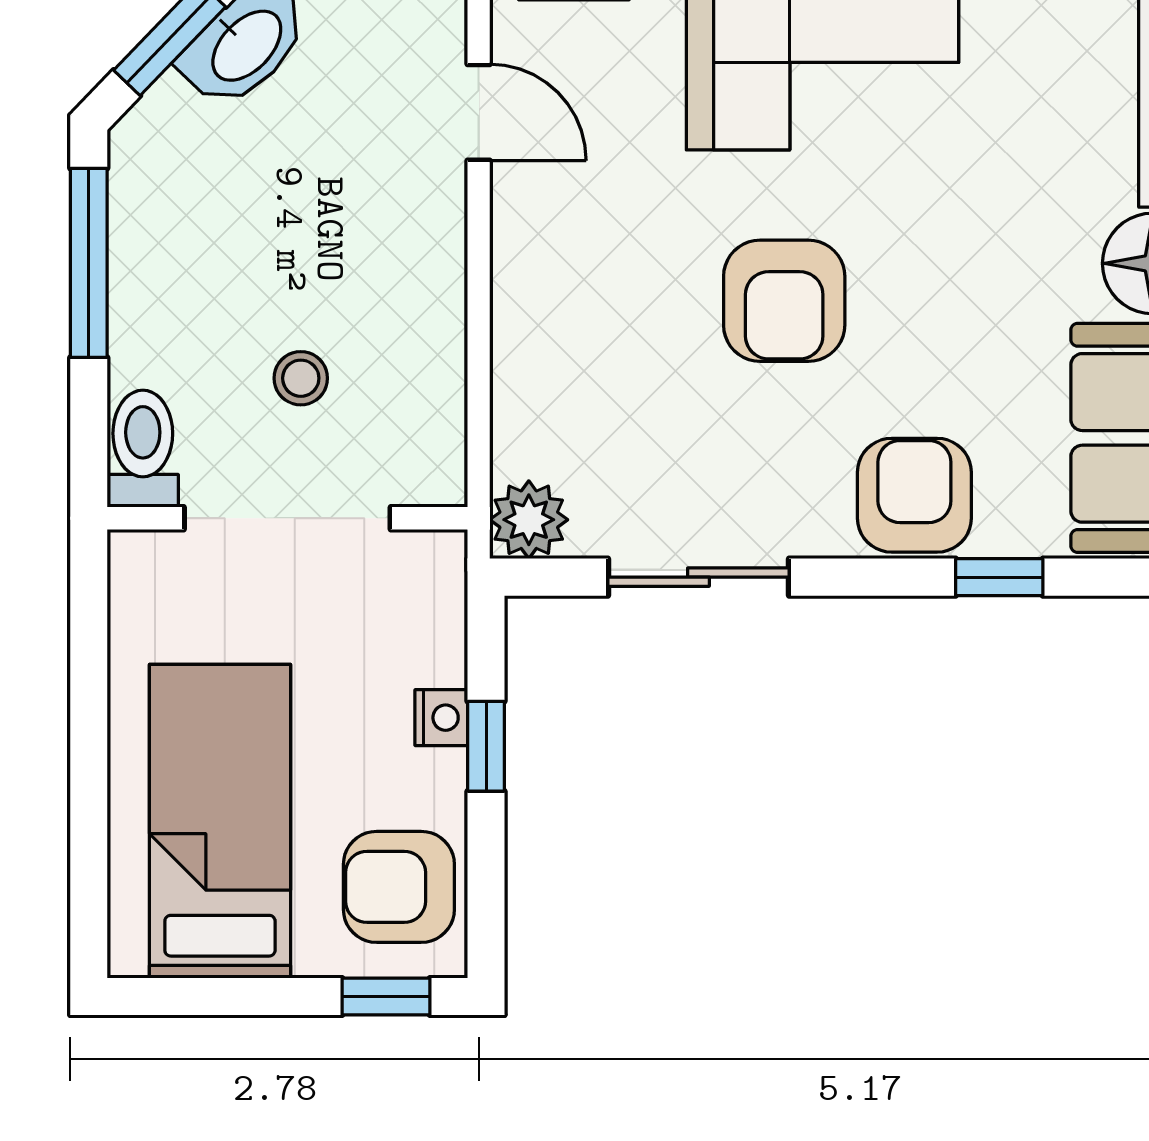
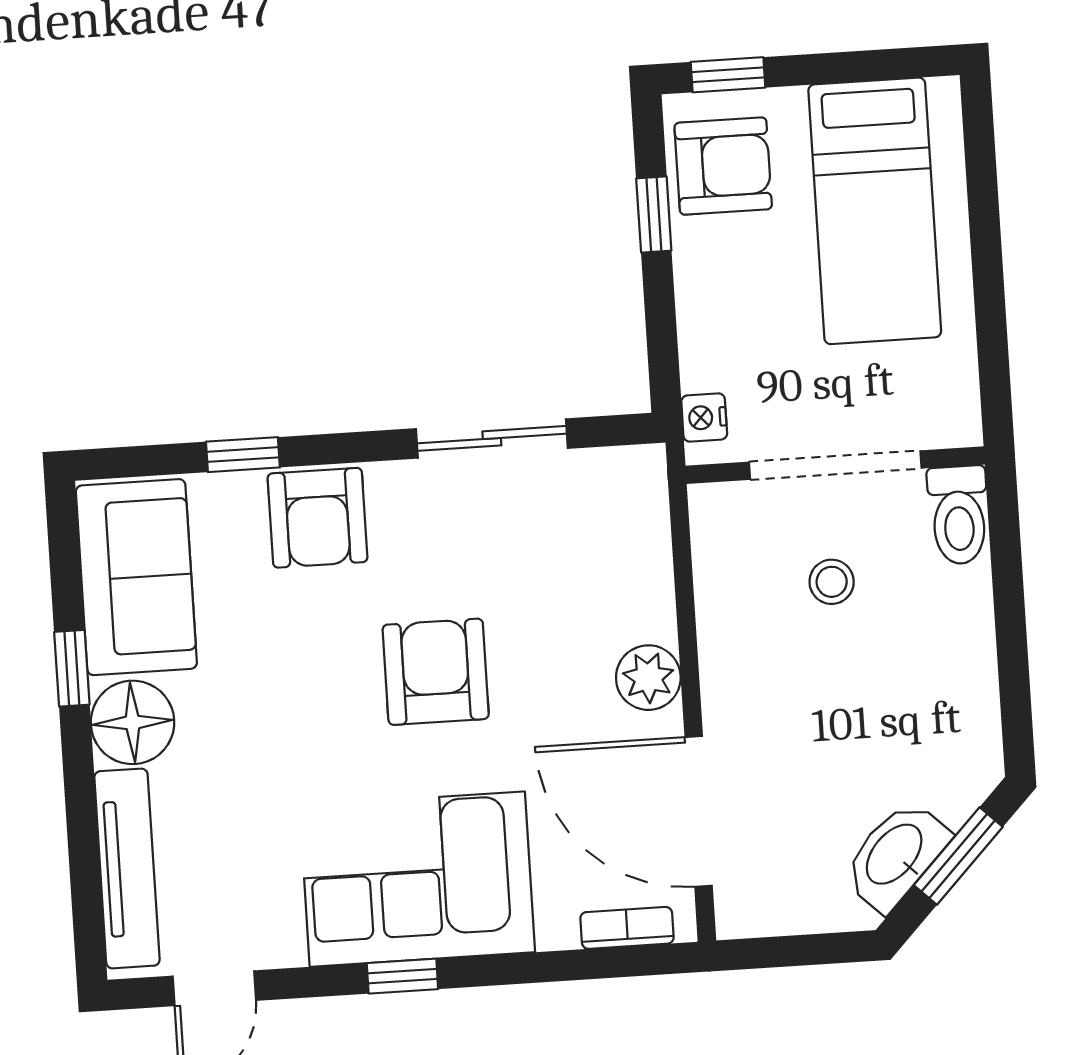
door: (479, 112) -> (699, 811), width x1.87
window: (89, 263) -> (1013, 666), removed
plant: (529, 520) -> (648, 678), moved
nightstand: (441, 718) -> (704, 418), moved
window: (486, 746) -> (654, 214), moved

